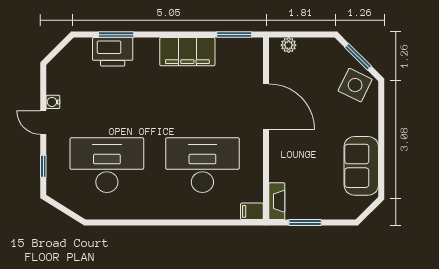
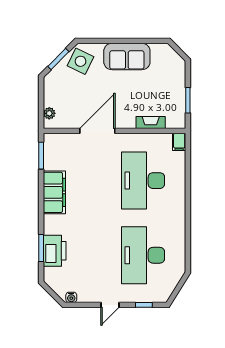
water cooler: (53, 102) -> (71, 297), moved
sofa: (361, 166) -> (127, 56), moved
fireplace: (277, 201) -> (151, 122), moved

